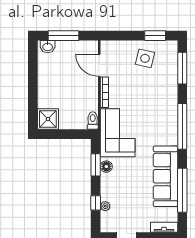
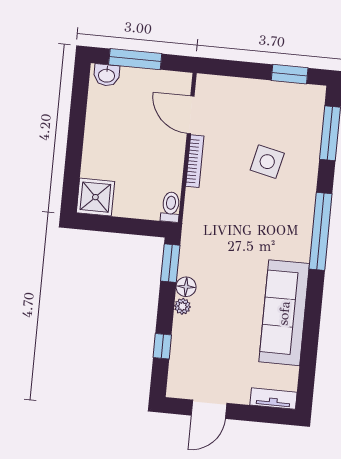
side table: (145, 58) -> (267, 162), moved
corner sofa: (118, 133) -> (211, 232), removed
window: (96, 165) -> (170, 263), moved
window: (182, 190) -> (310, 339), removed
plant: (105, 206) -> (182, 306), moved

